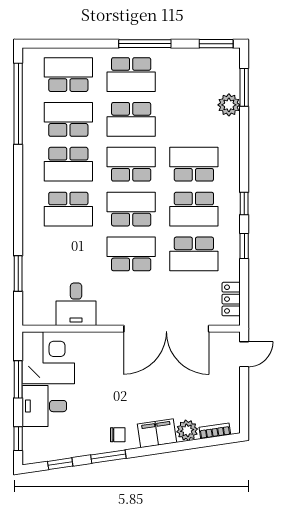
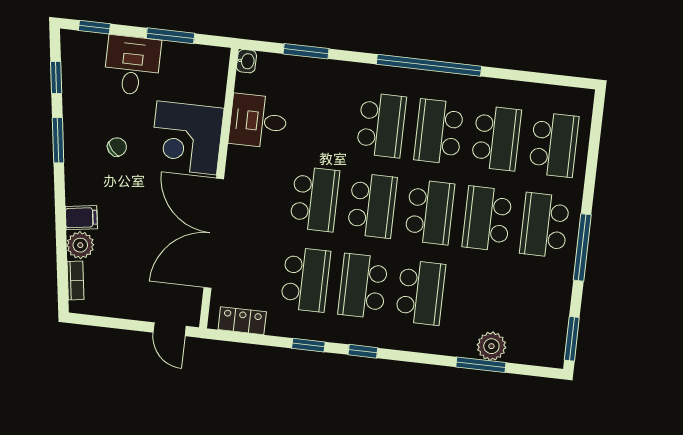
window: (244, 87) -> (481, 365), moved
window: (18, 104) -> (429, 65), moved
school desk: (68, 209) -> (381, 125), turned 180
school desk: (194, 254) -> (306, 279), turned 180
washbasin: (31, 319) -> (246, 61), added
corner desk: (48, 358) -> (187, 138), moved, turned 90
filing cabinet: (157, 433) -> (81, 218), width x0.50
chair: (118, 435) -> (117, 147), moved, turned -132

